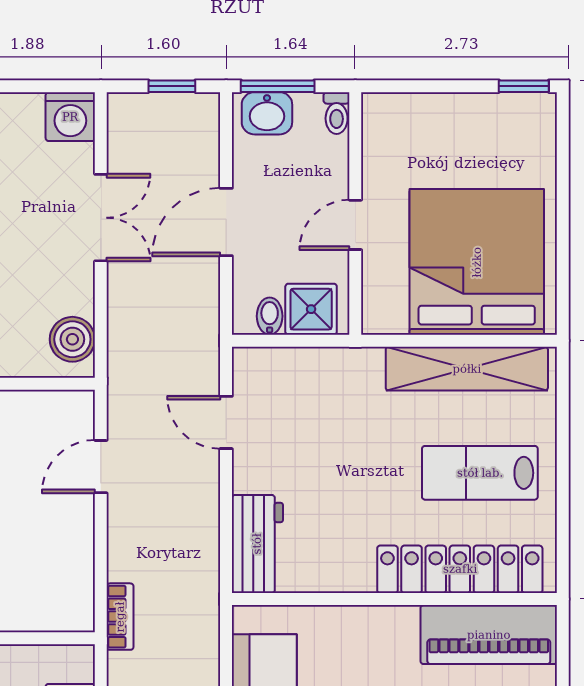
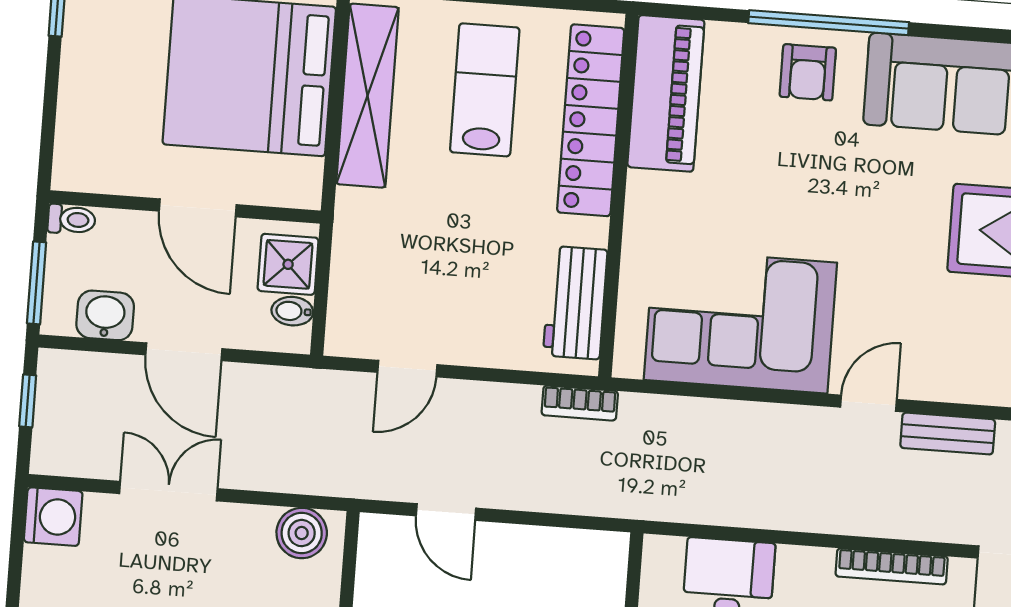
washbasin: (267, 113) -> (105, 315), moved, turned -90
door: (355, 225) -> (198, 208), width x1.38
lab bench: (480, 473) -> (485, 90), turned 180
workbench: (257, 544) -> (575, 303), moved, turned -90
bookcase: (120, 617) -> (580, 403), moved, turned 180

